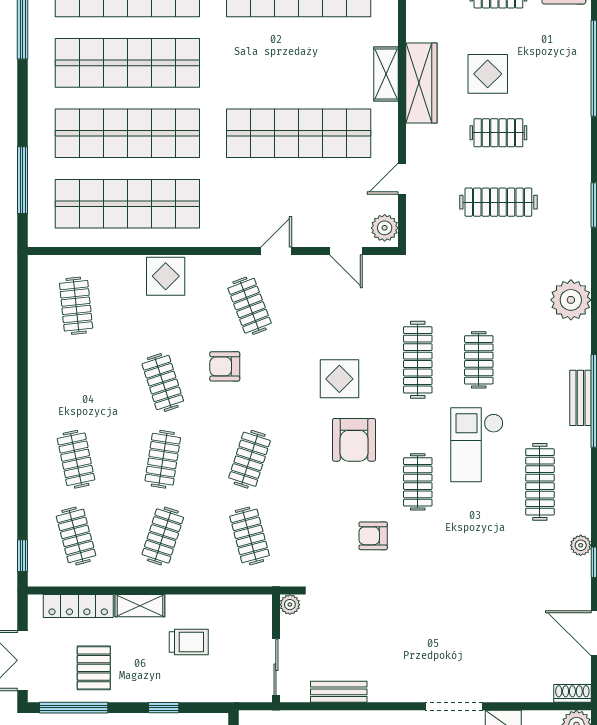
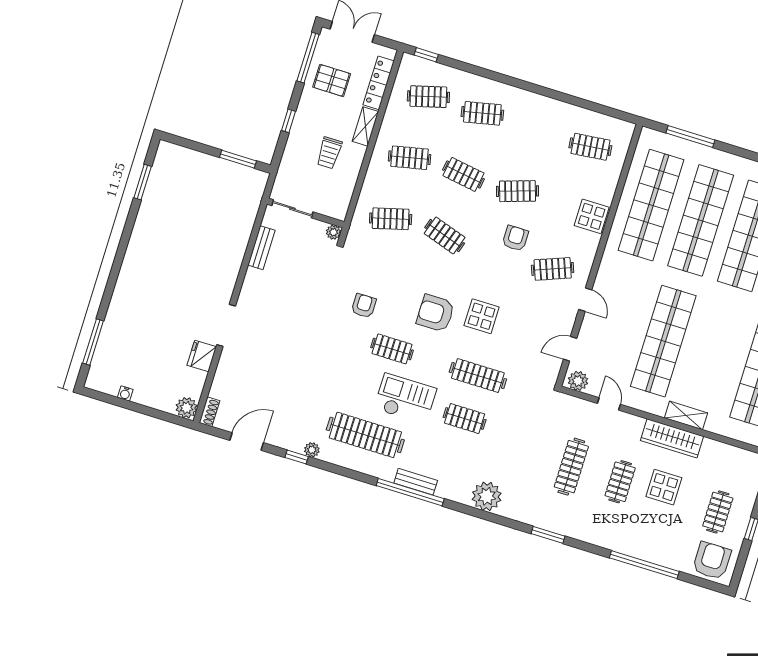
clothes rail: (540, 482) -> (365, 435), width x1.37, depth x1.31
clothes rail: (163, 536) -> (409, 158), turned -30

